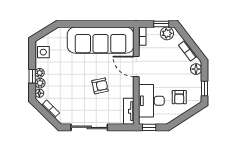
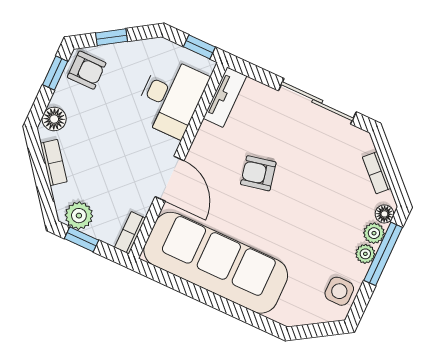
window: (32, 76) -> (383, 254), width x2.17
armchair: (179, 97) -> (87, 70), moved, turned 90
window: (188, 114) -> (112, 37), added

